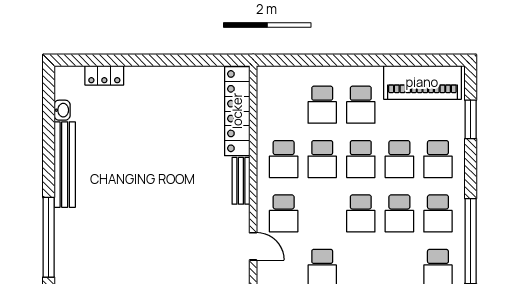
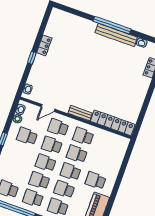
school desk: (322, 105) -> (52, 145), moved
window: (49, 237) -> (112, 25), moved

